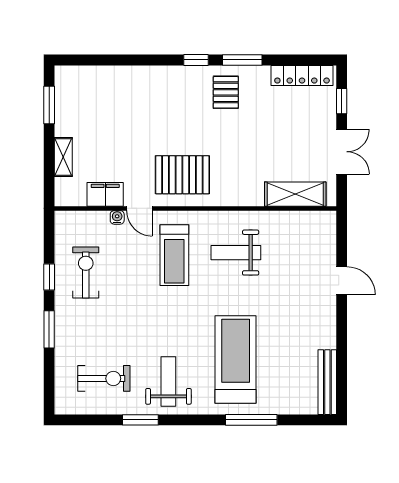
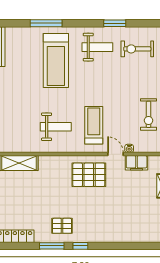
pallet: (226, 92) -> (62, 226), turned 90
weight bench: (168, 381) -> (97, 47), turned -90

